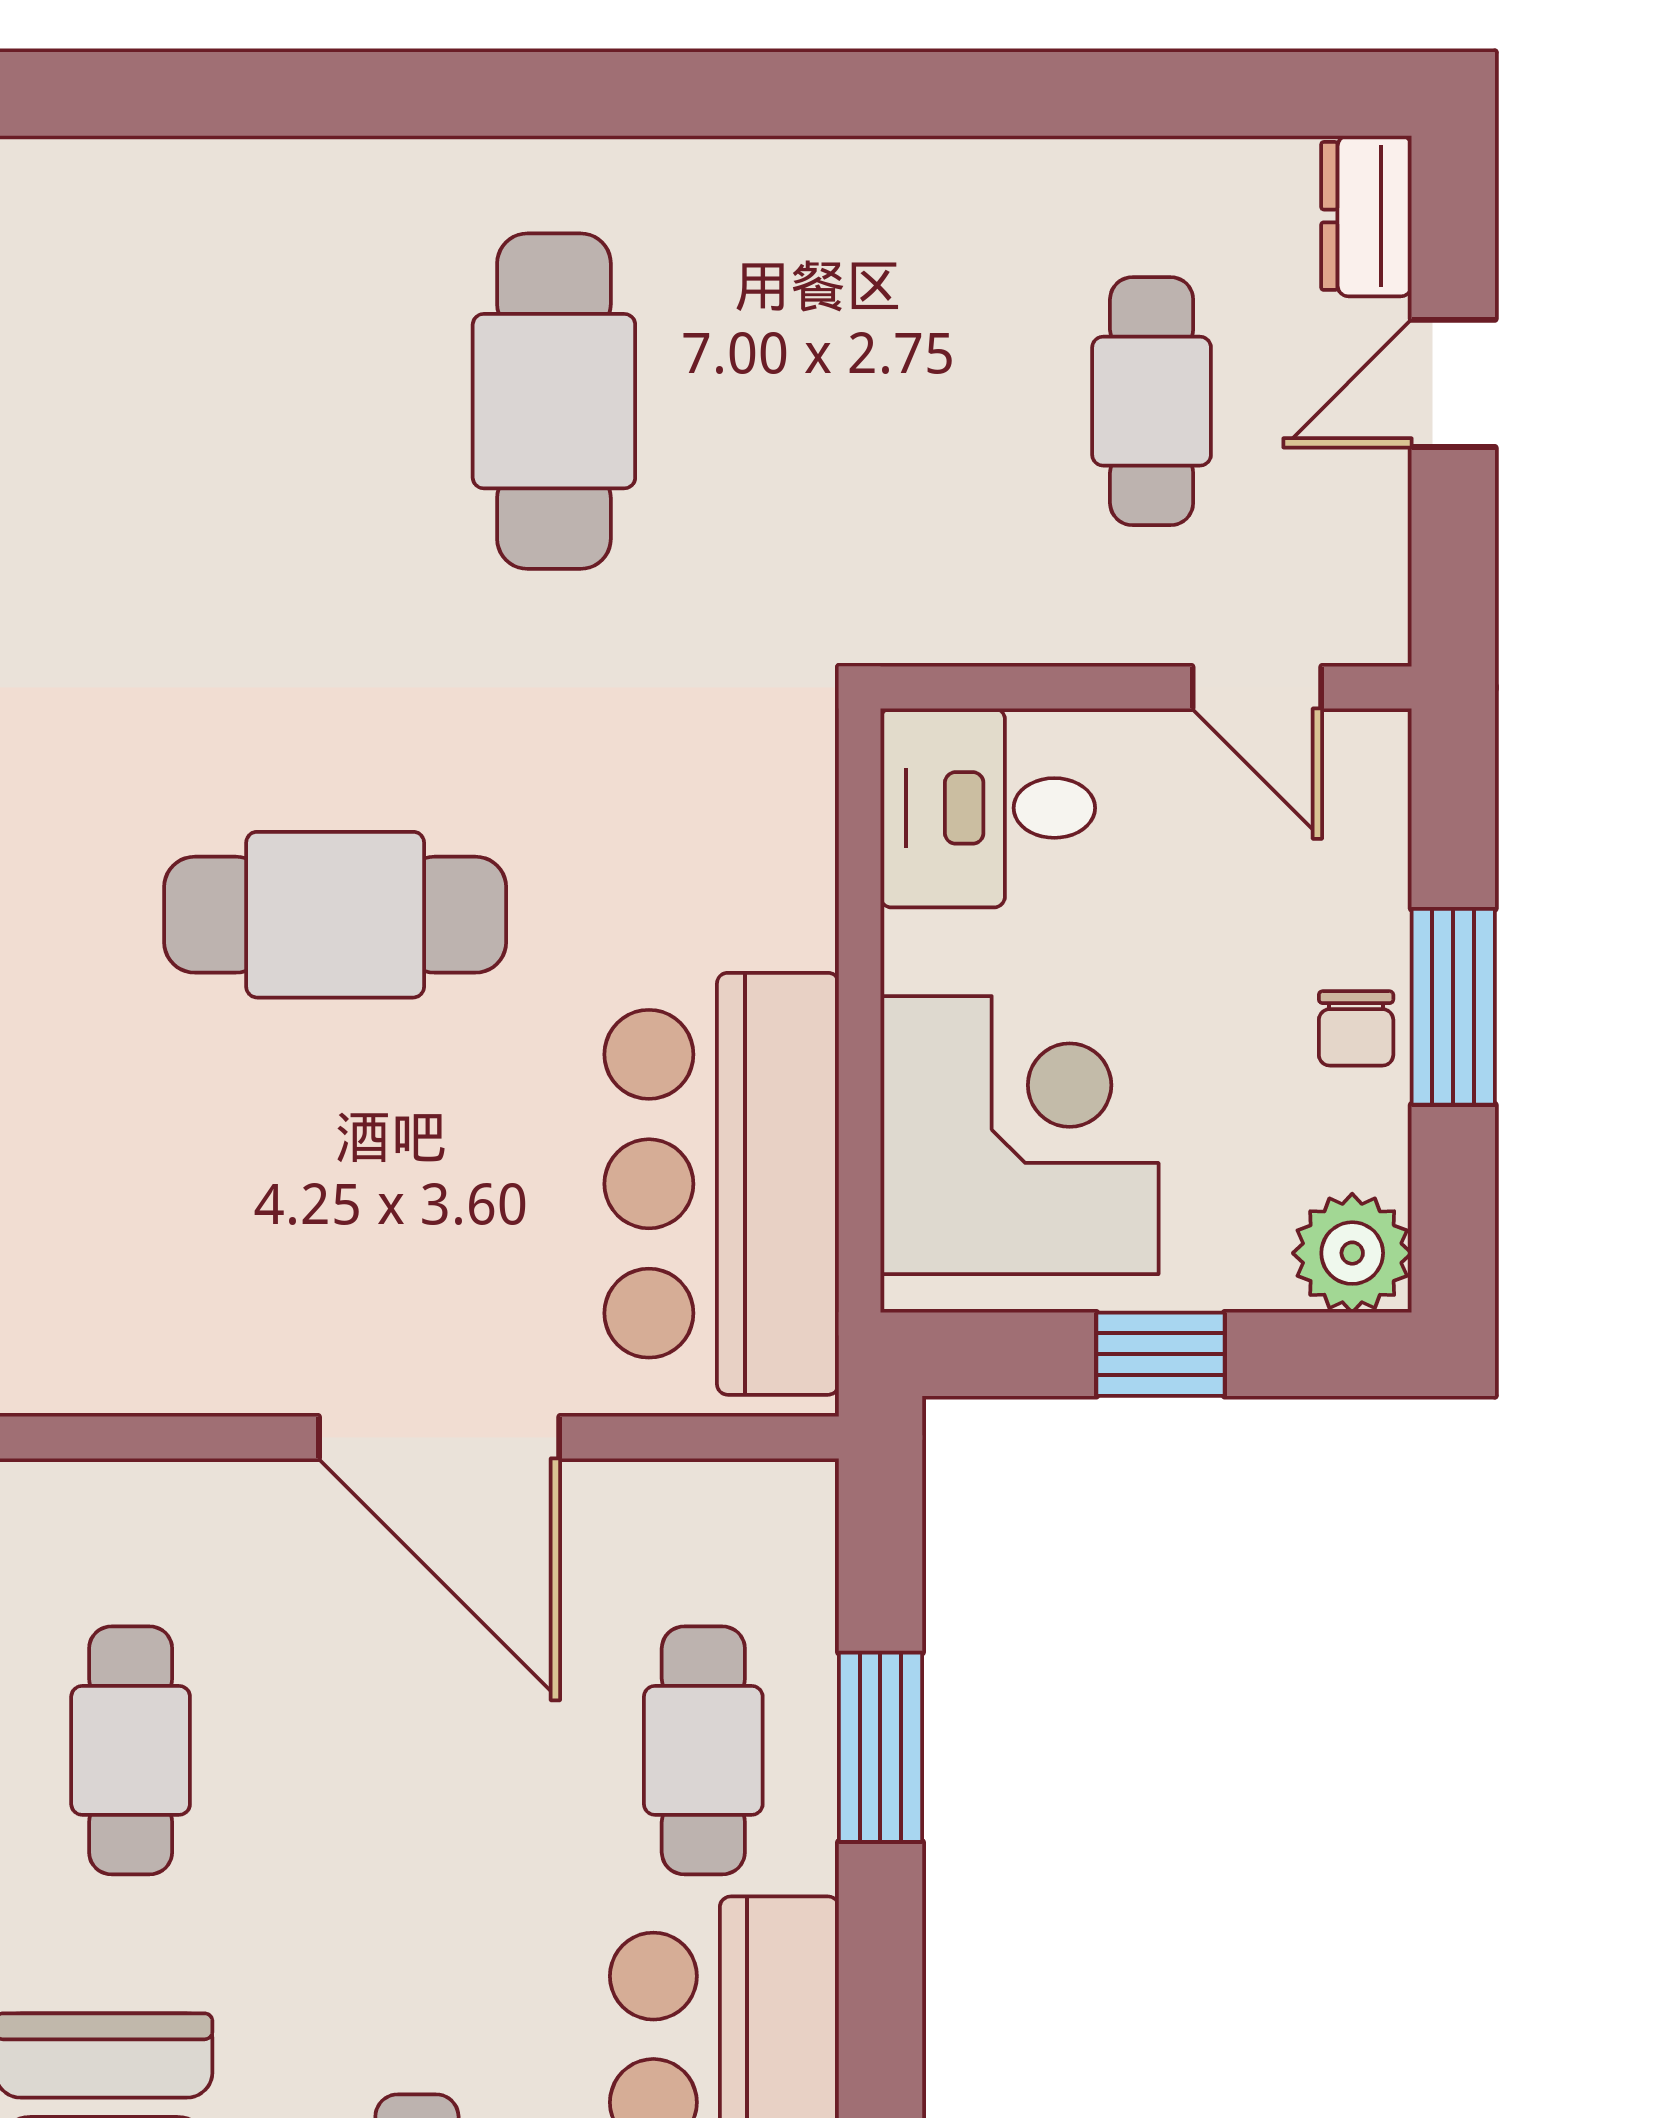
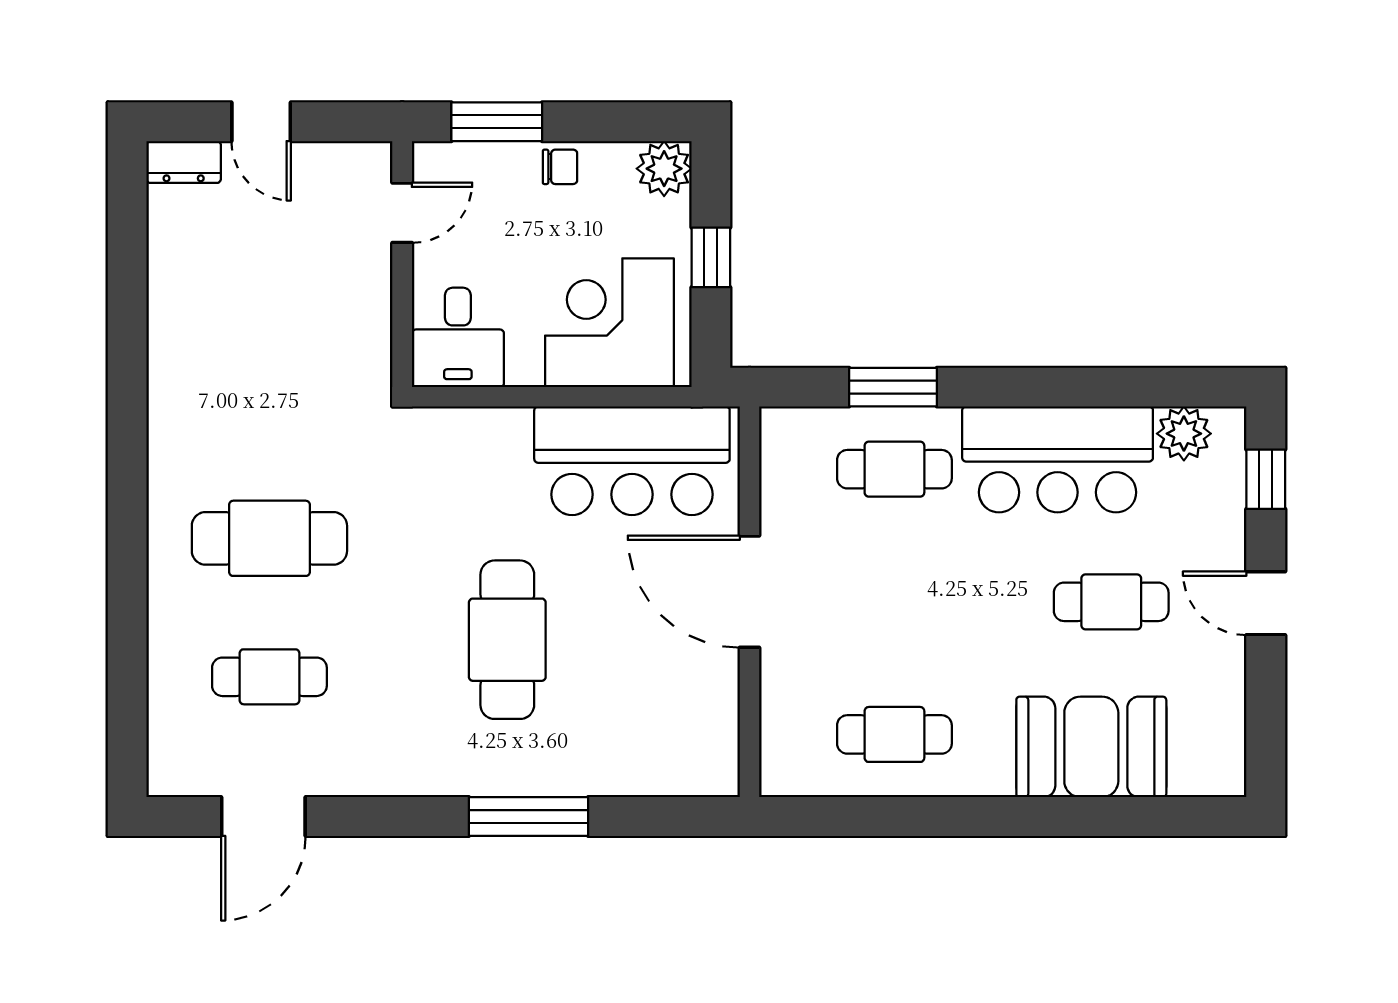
cafe table: (1152, 401) -> (269, 677), moved
window: (1453, 1007) -> (497, 122), moved
door: (439, 1438) -> (750, 592), swing flipped

